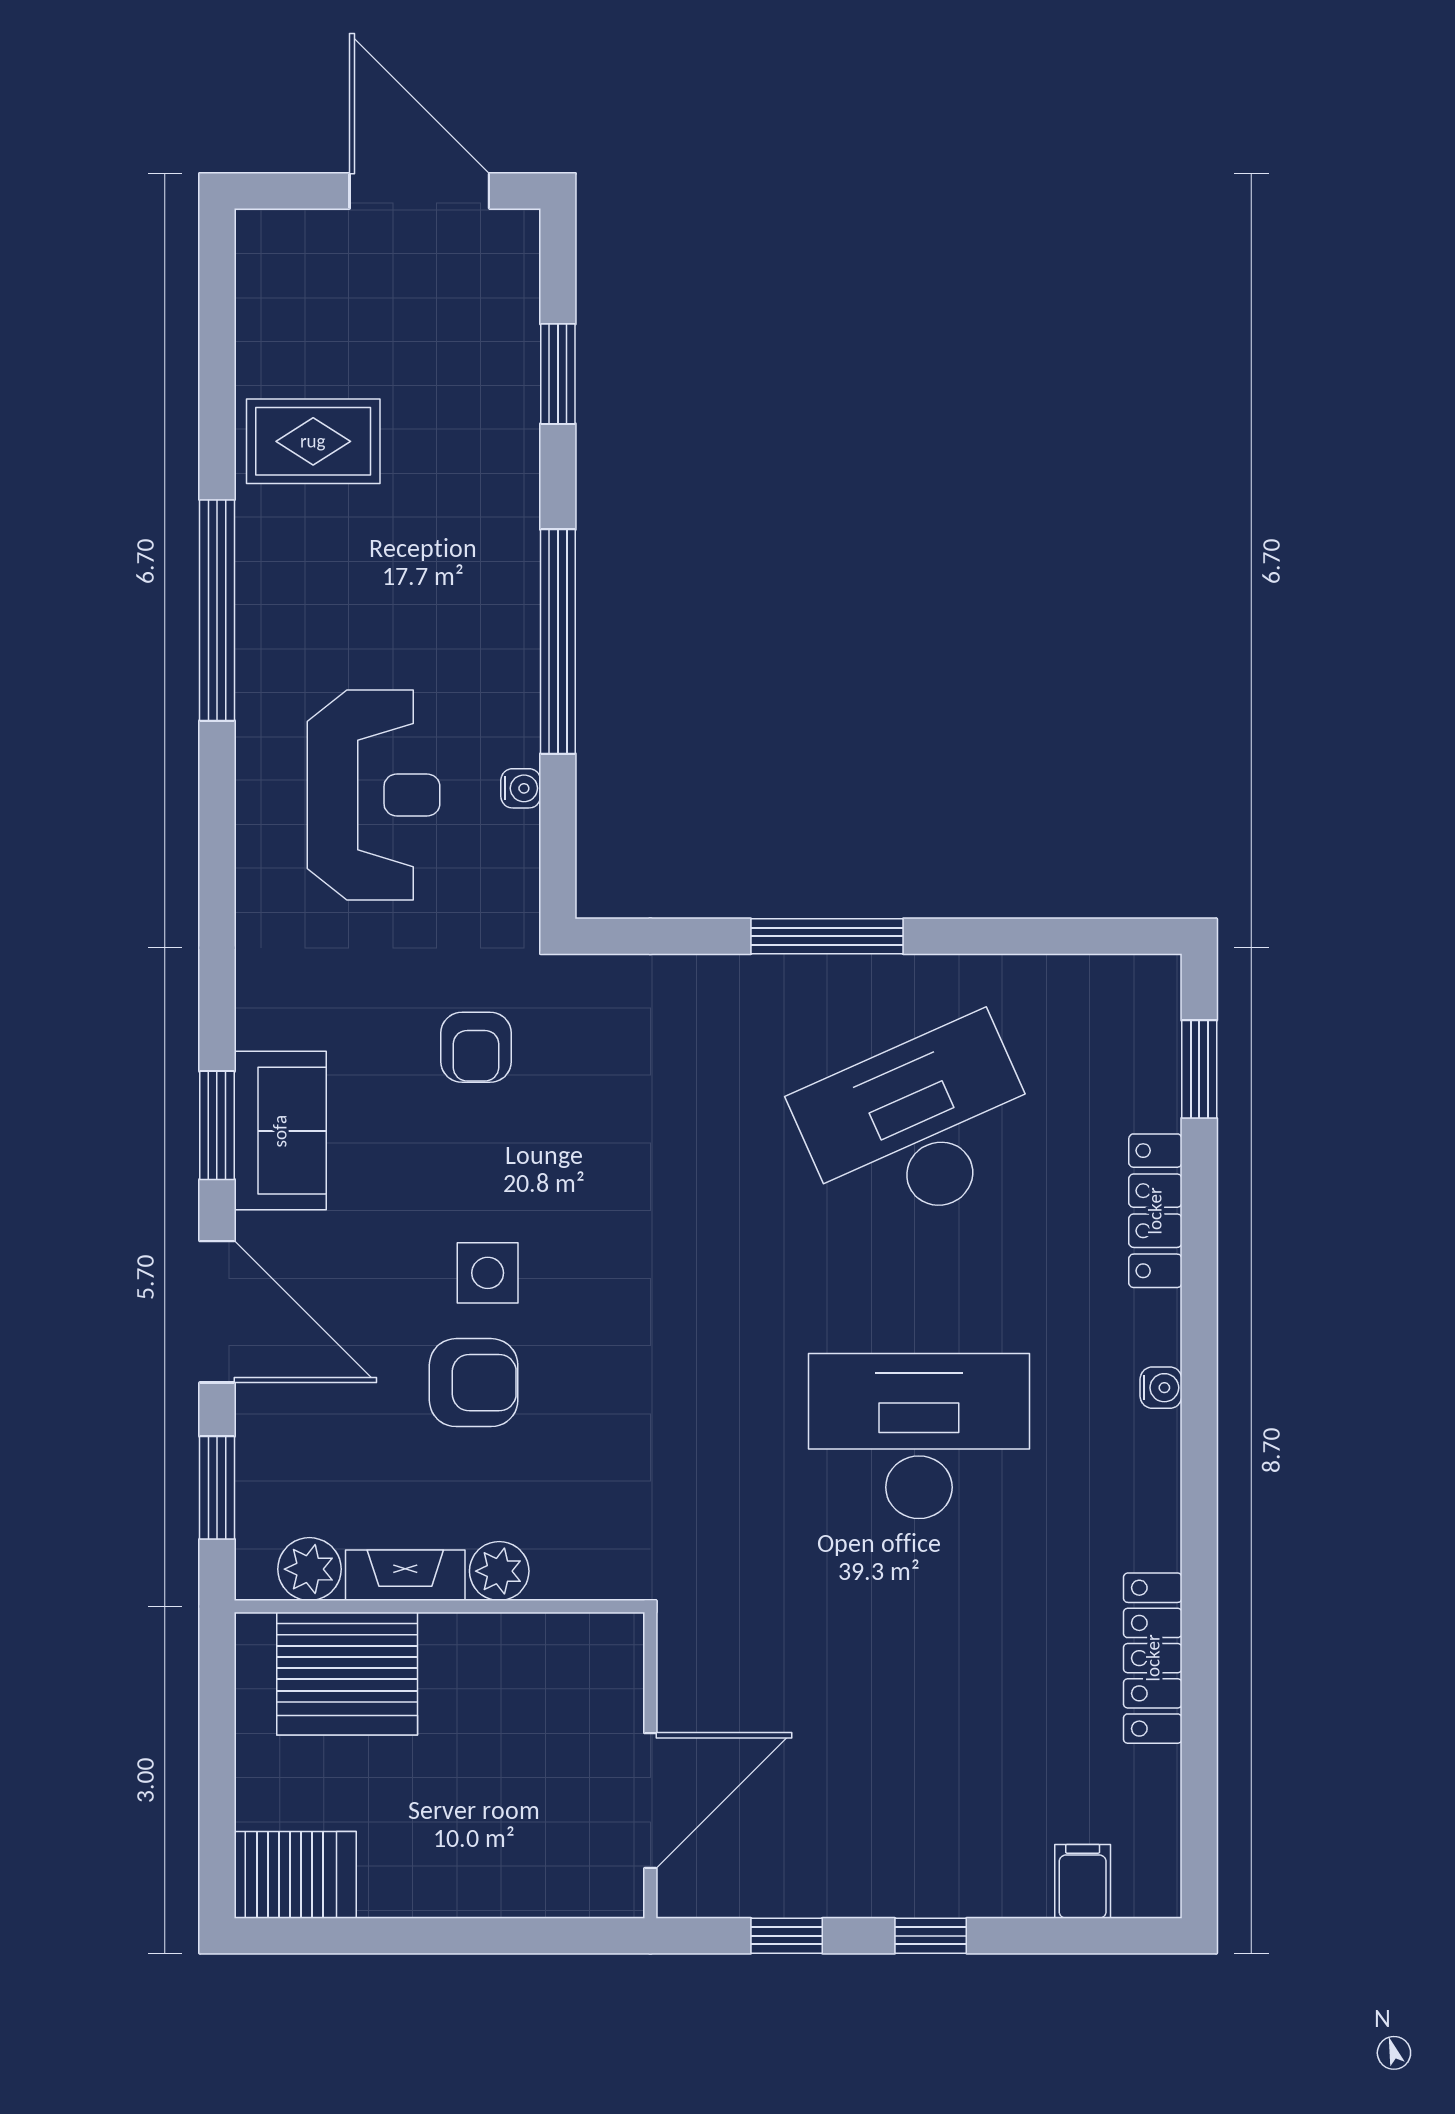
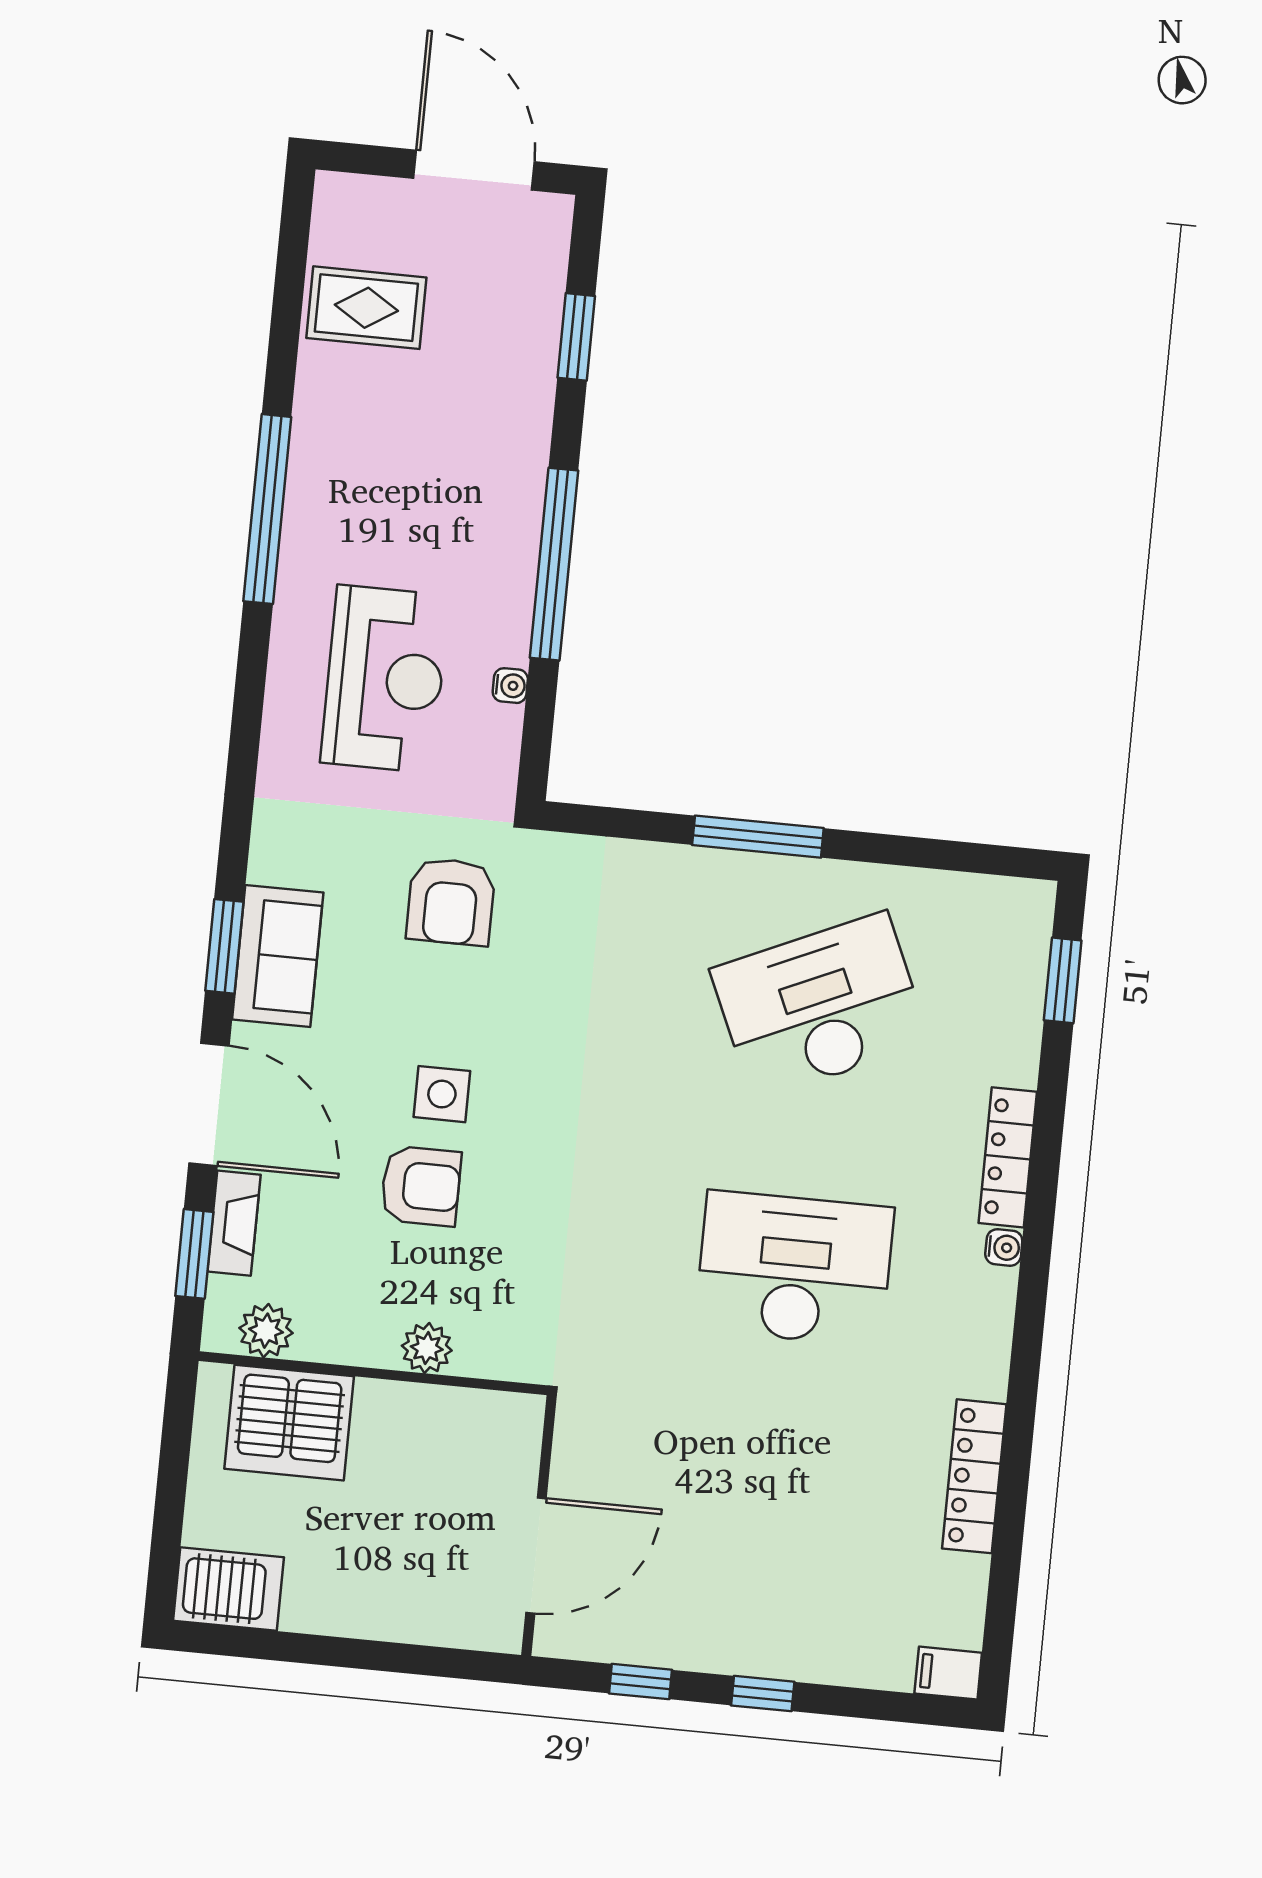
rug: (313, 441) -> (366, 308), moved
armchair: (476, 1047) -> (451, 902), width x1.38, depth x1.38
locker: (1155, 1211) -> (1008, 1157), moved
fireplace: (405, 1575) -> (234, 1223), moved, turned 90
filing cabinet: (1083, 1881) -> (948, 1673), moved, turned -90

